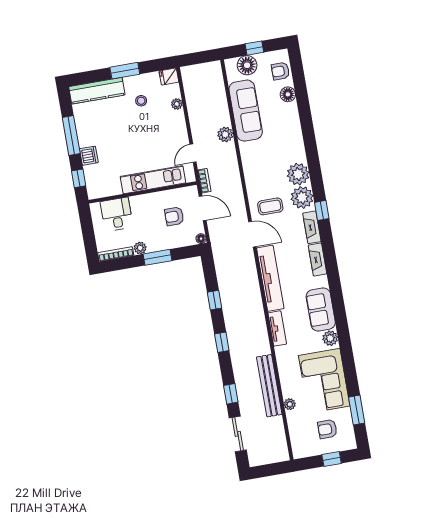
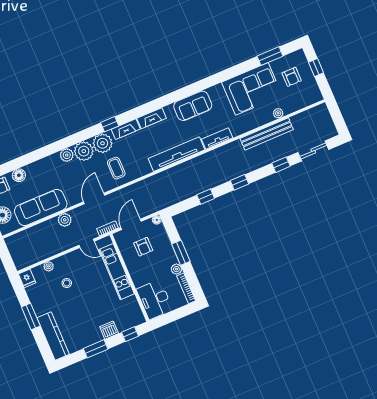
stool: (141, 101) -> (67, 283), moved
window: (71, 135) -> (96, 349), width x0.69
desk: (117, 214) -> (155, 300), width x1.37
door: (252, 234) -> (94, 198), moved
plant: (330, 338) -> (67, 155), moved

